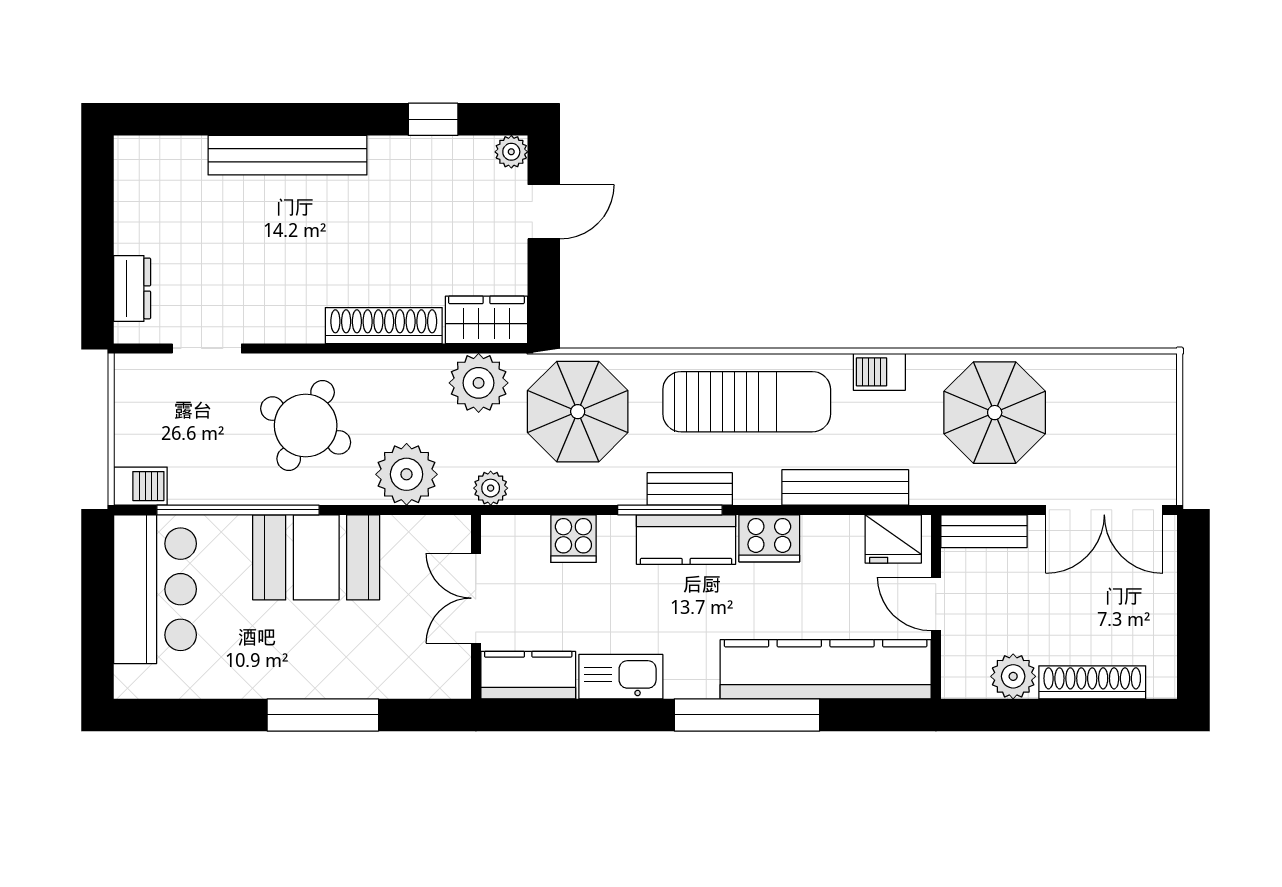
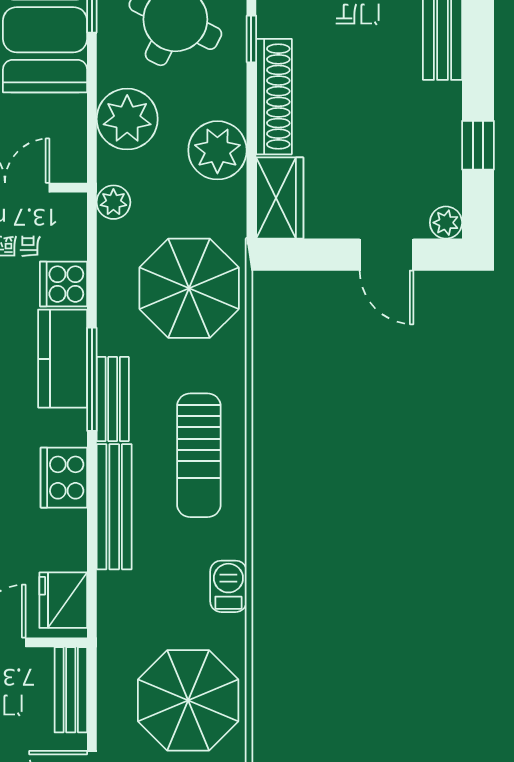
window: (326, 349) -> (251, 39), added
plant: (479, 383) -> (217, 150), moved
sun lounger: (747, 402) -> (199, 455), width x0.73, depth x0.75
bench: (845, 487) -> (114, 507), moved
kitchen counter: (686, 540) -> (63, 359), moved

